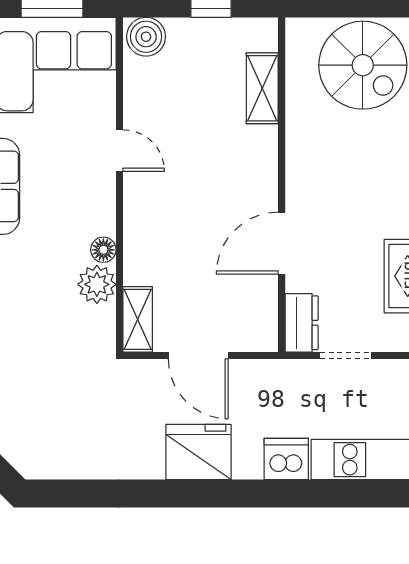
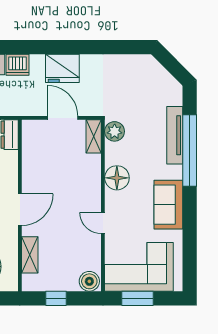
door: (282, 243) -> (20, 210), moved
floor lamp: (103, 250) -> (117, 178), width x1.89, depth x1.89
plant: (97, 284) -> (115, 131), moved

